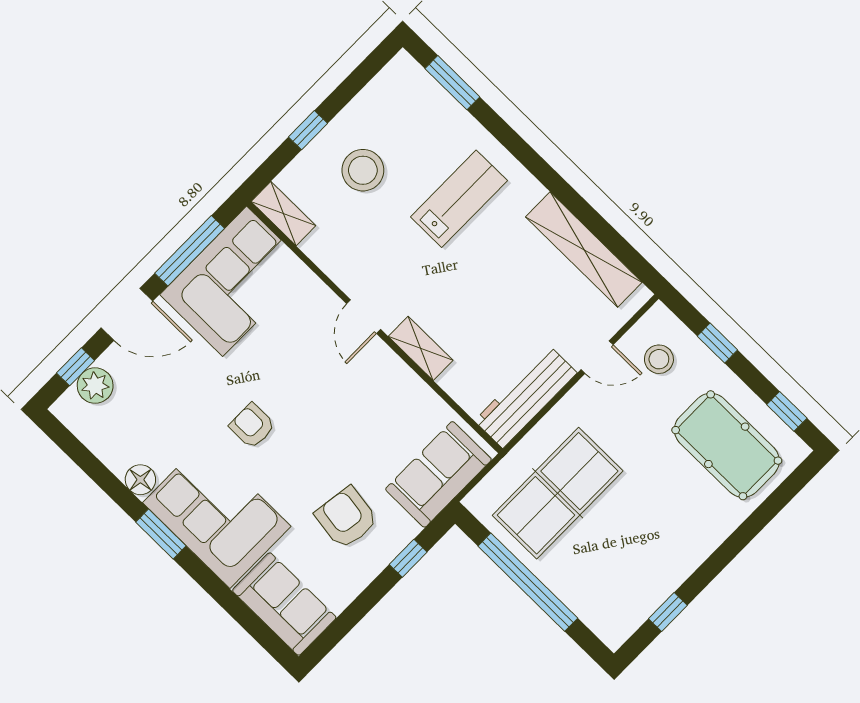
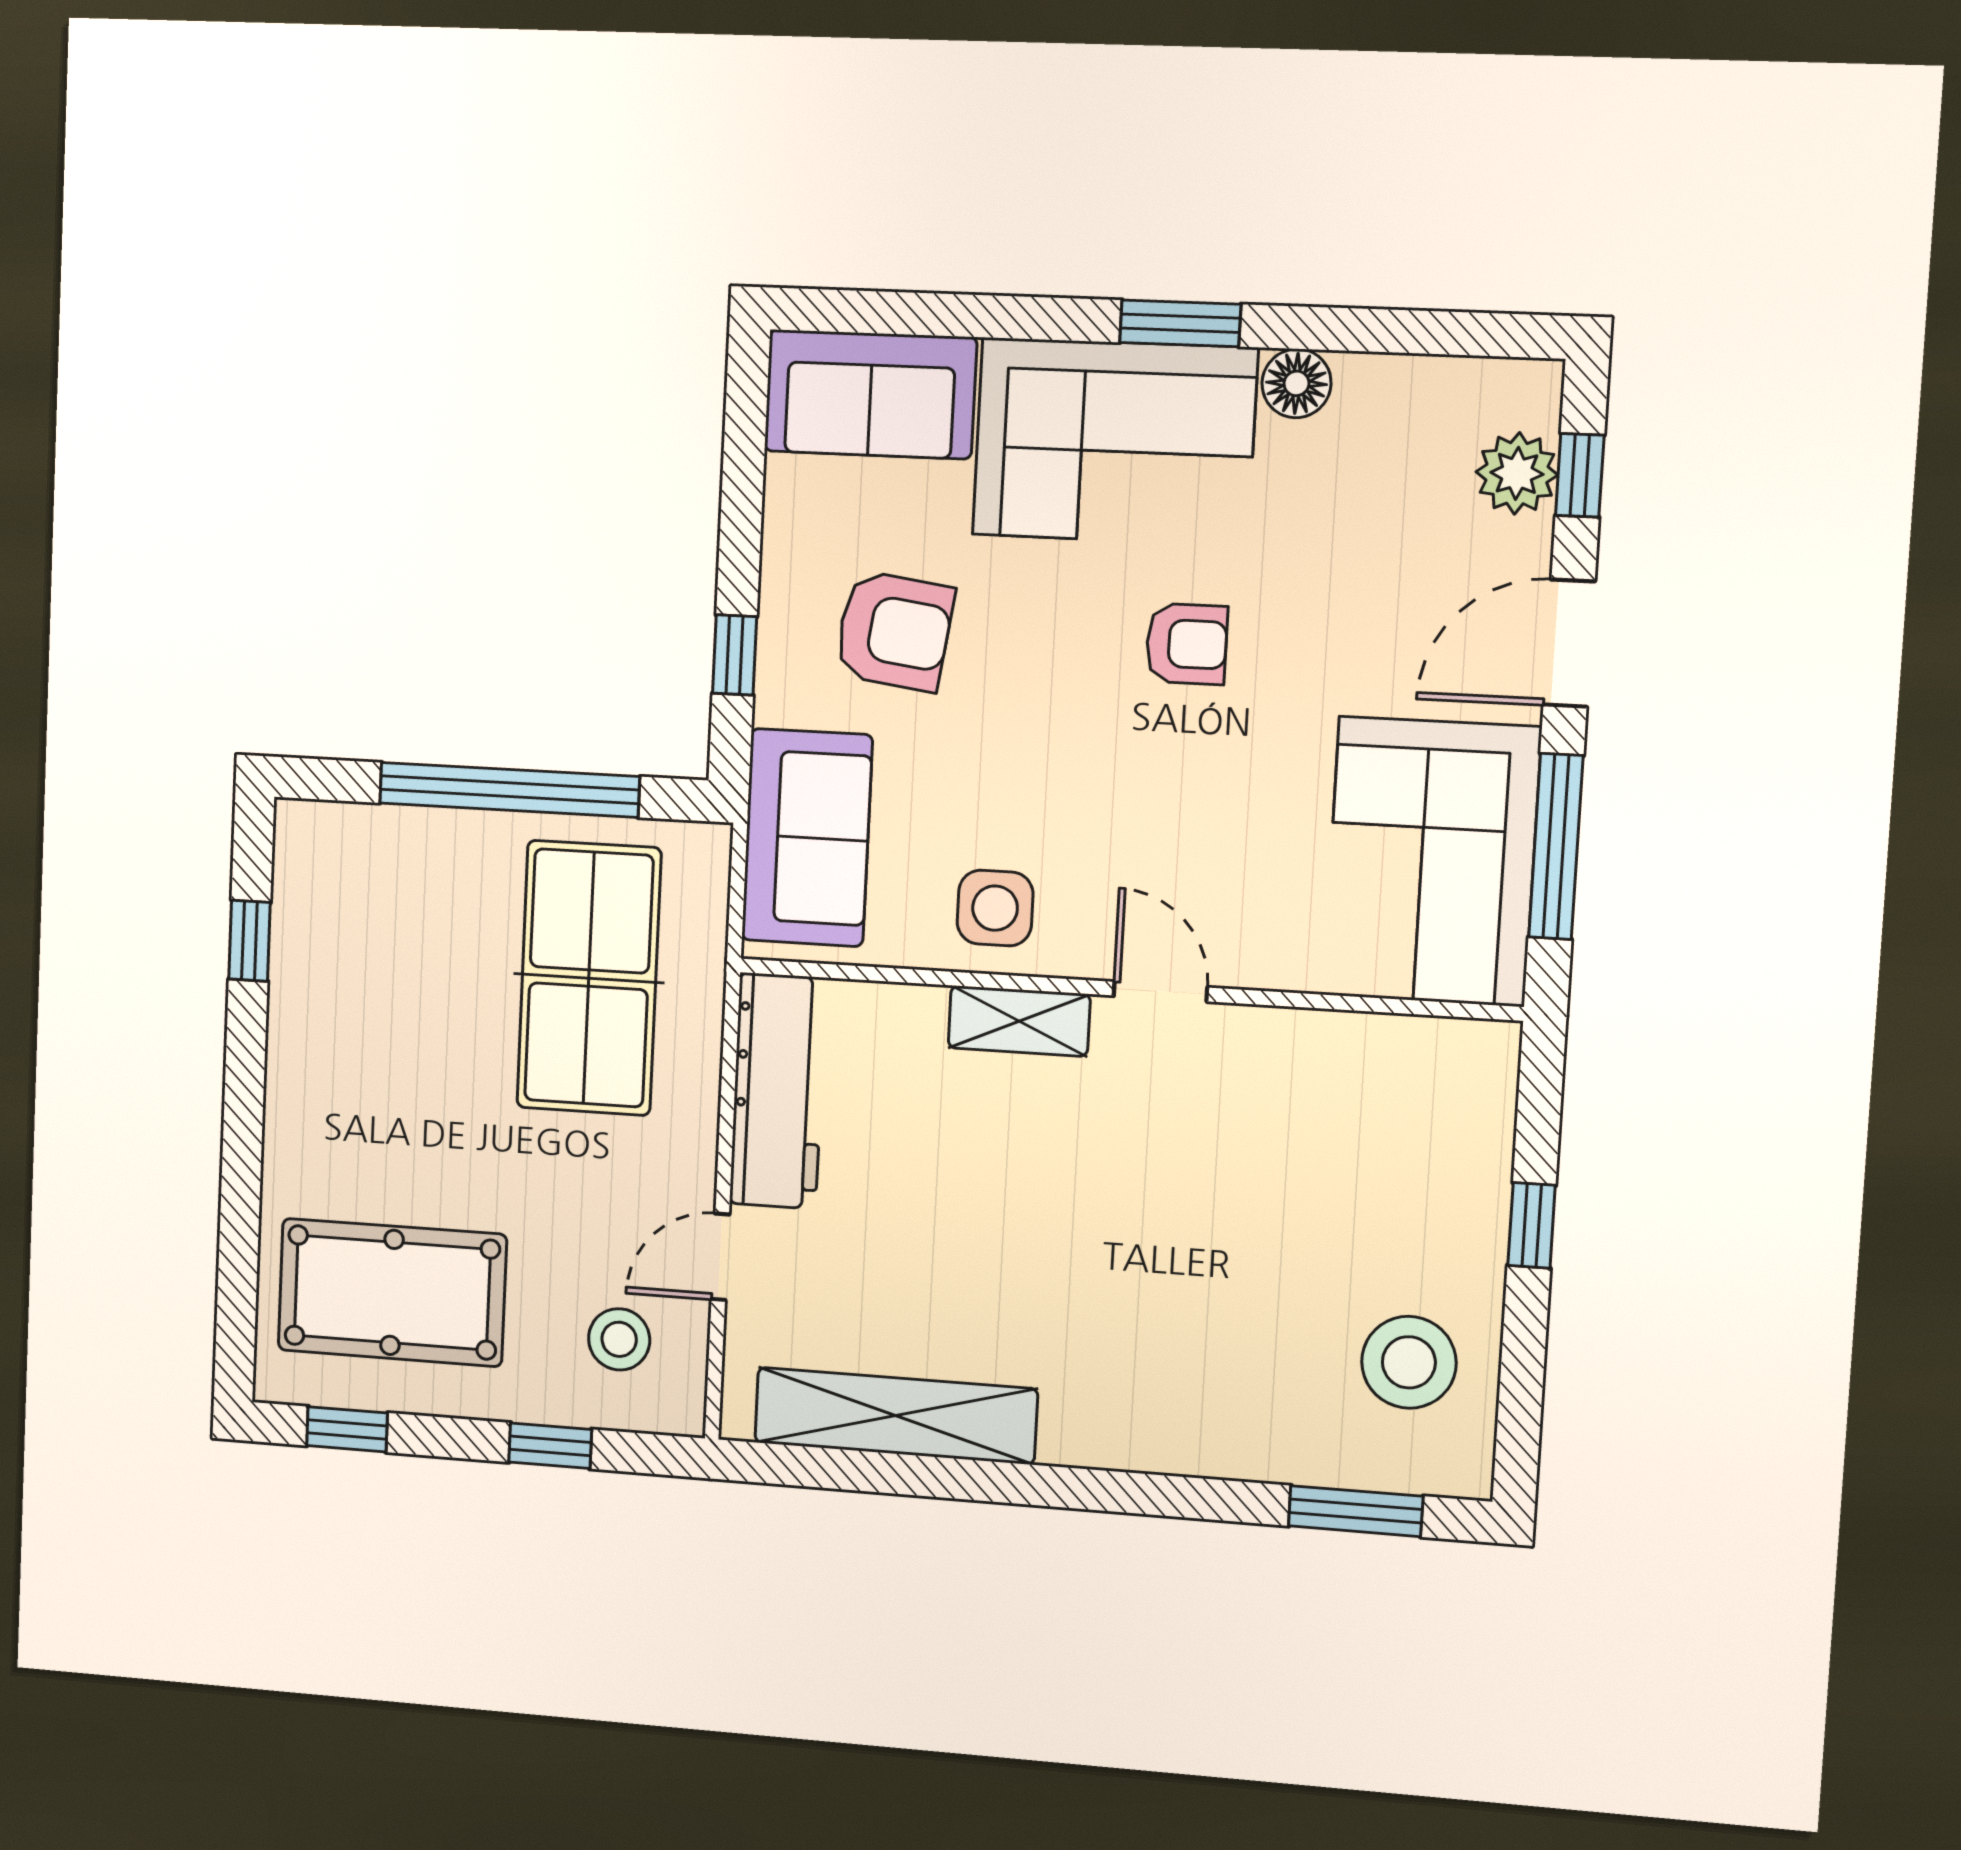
stool: (363, 170) -> (1409, 1362), moved
lab bench: (459, 199) -> (1174, 1325), removed
shelving: (283, 214) -> (1449, 1048), removed
side table: (395, 394) -> (995, 908), added

